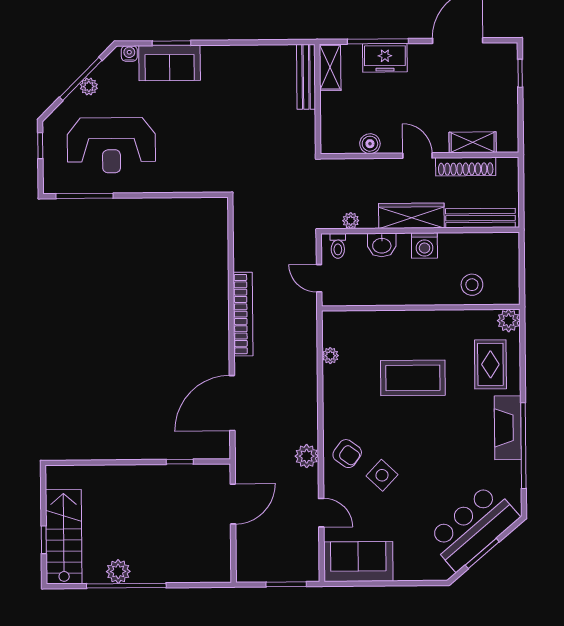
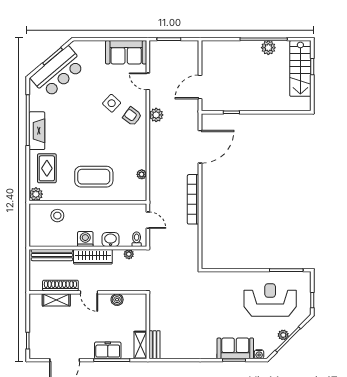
bench: (306, 77) -> (155, 345), width x0.73
coffee table: (413, 378) -> (94, 177), moved

